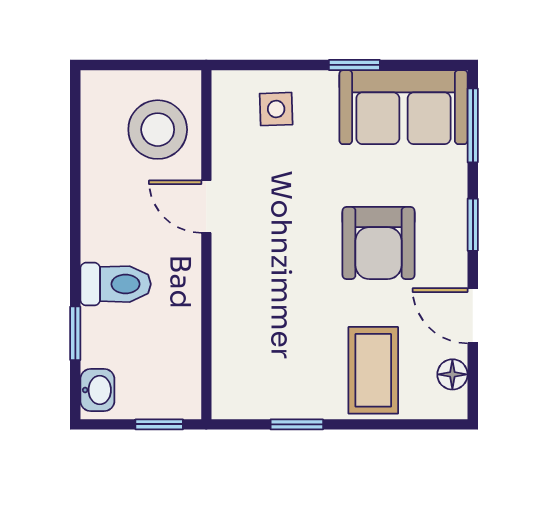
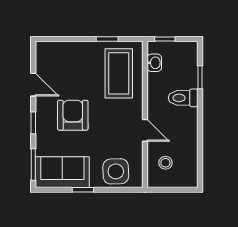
side table: (276, 109) -> (116, 171), width x1.87, depth x1.87
stool: (158, 130) -> (165, 163), width x0.53, depth x0.53
coffee table: (373, 370) -> (119, 73), moved, width x1.36, depth x1.32
floor lamp: (452, 374) -> (42, 60), removed
washbasin: (97, 390) -> (154, 63), moved, turned 180

